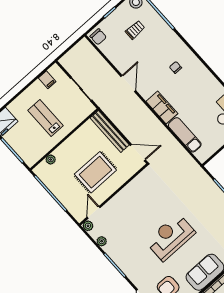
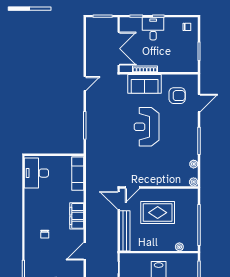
exam couch: (185, 135) -> (78, 174), moved
door: (94, 212) -> (132, 188), moved
reception desk: (170, 237) -> (147, 127), turned 90

